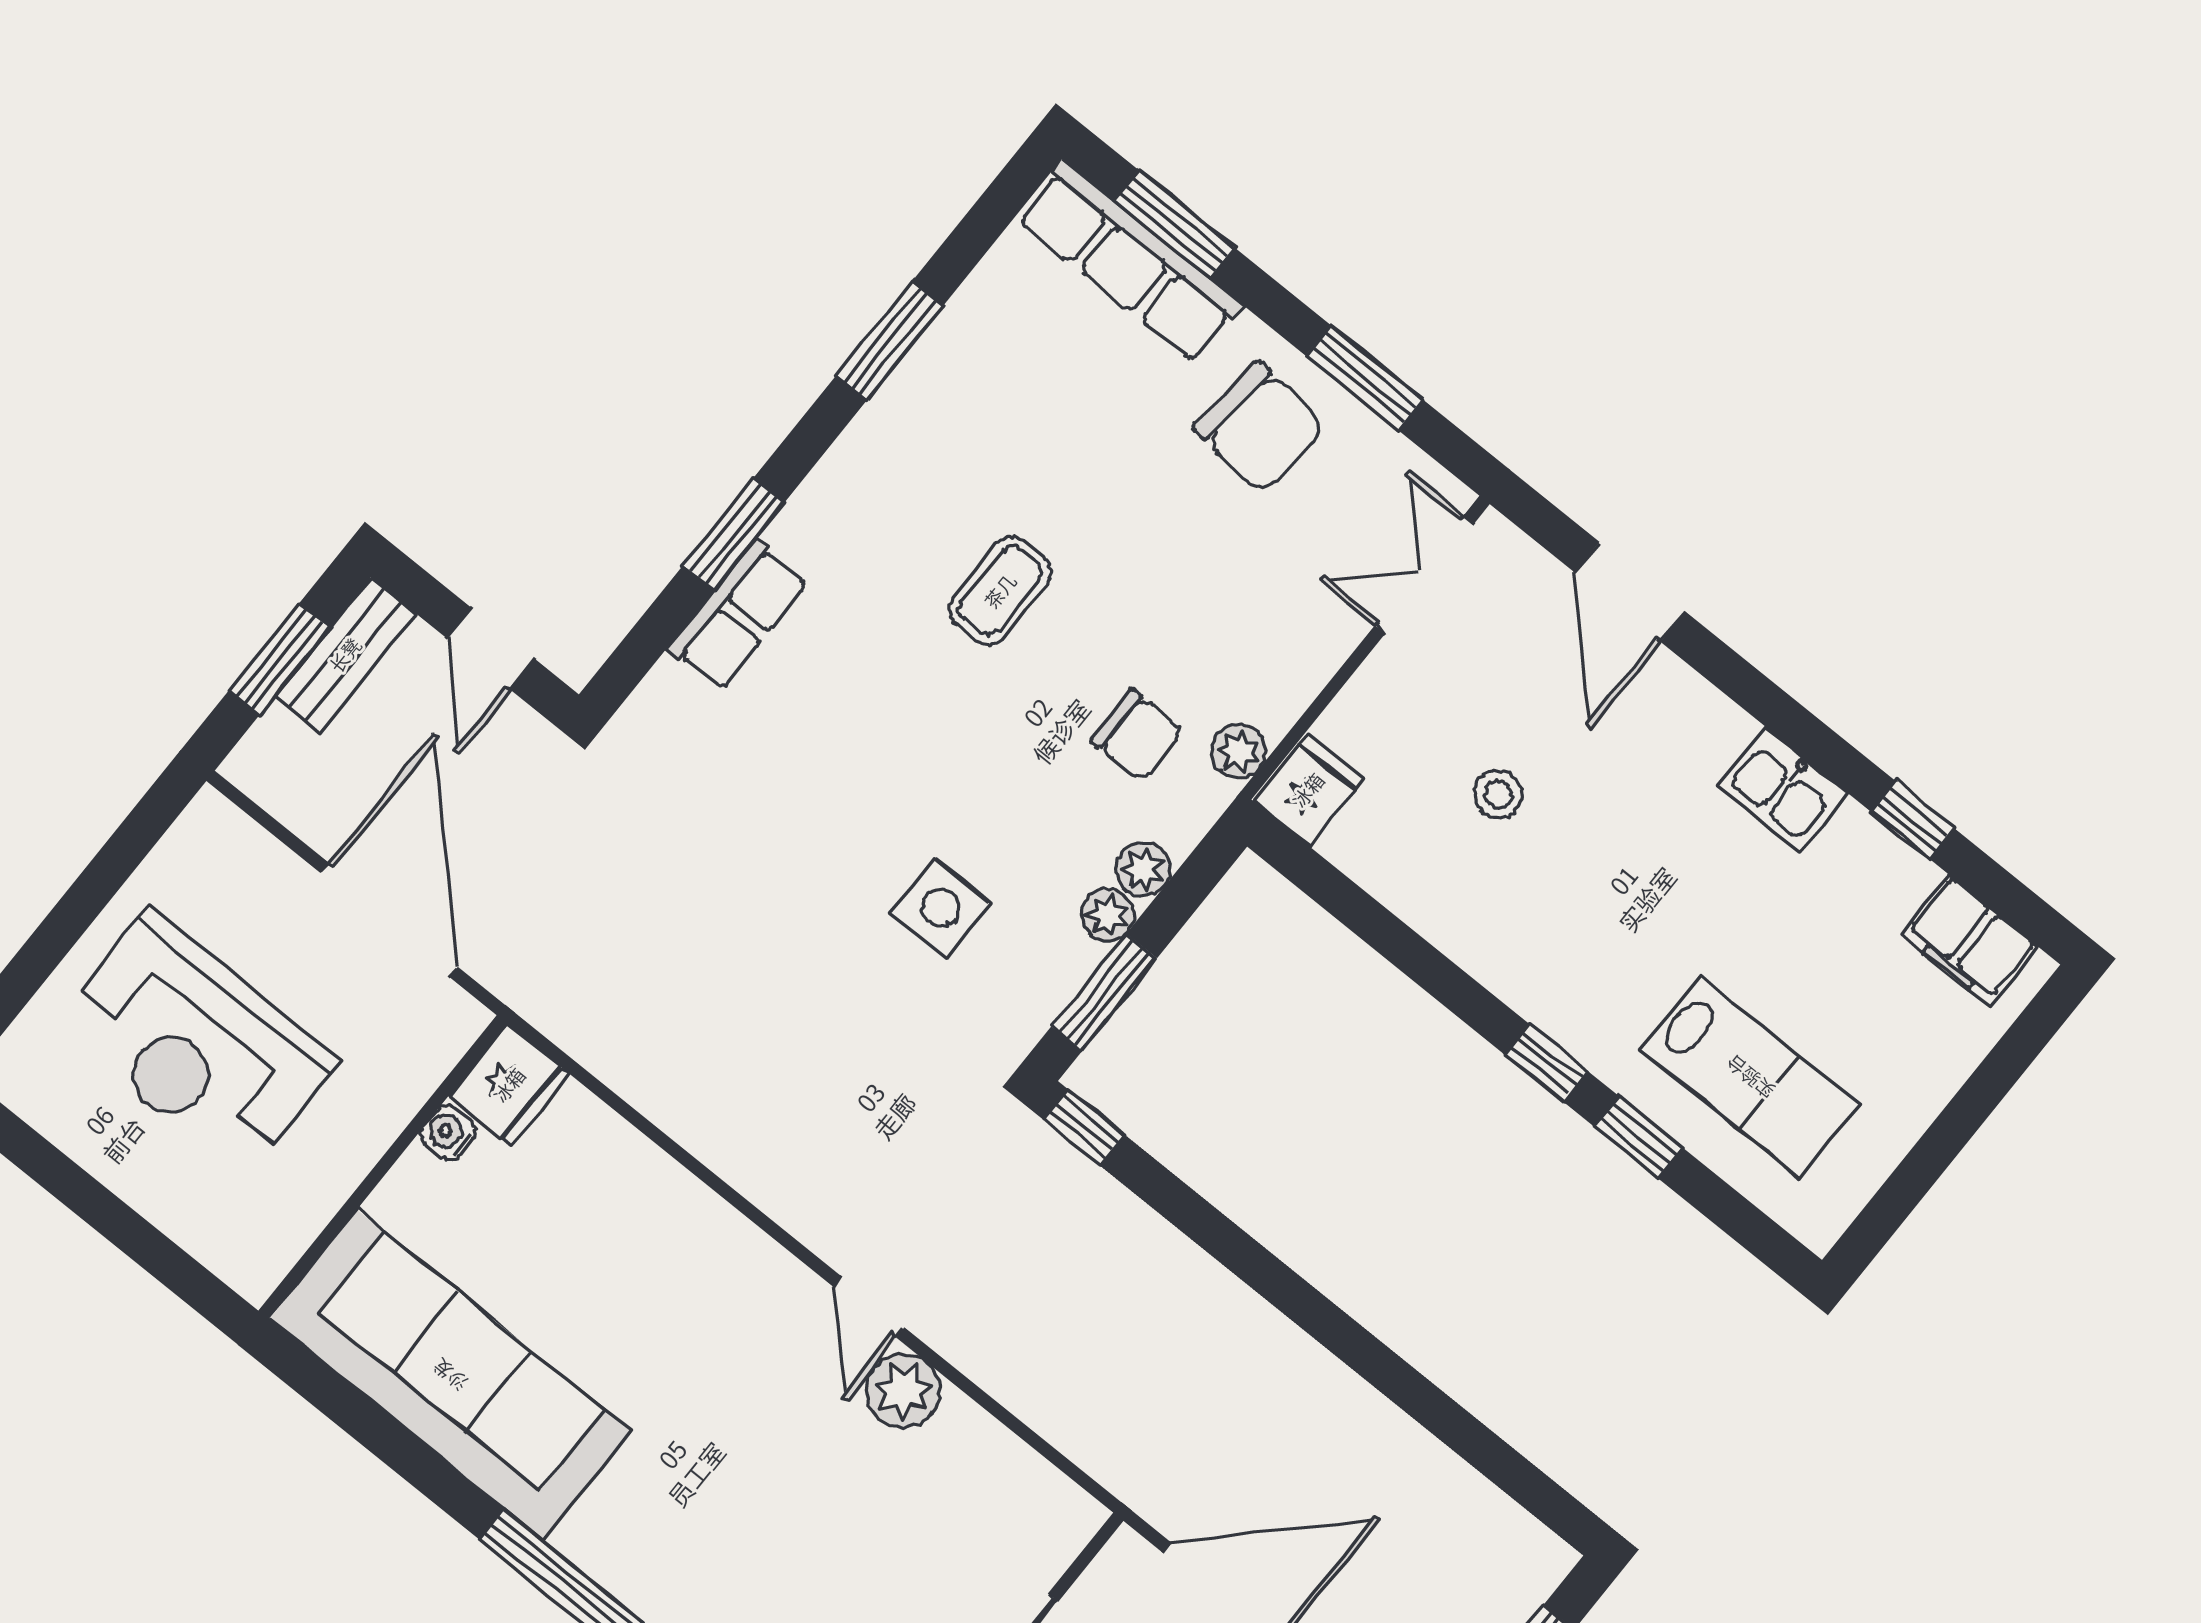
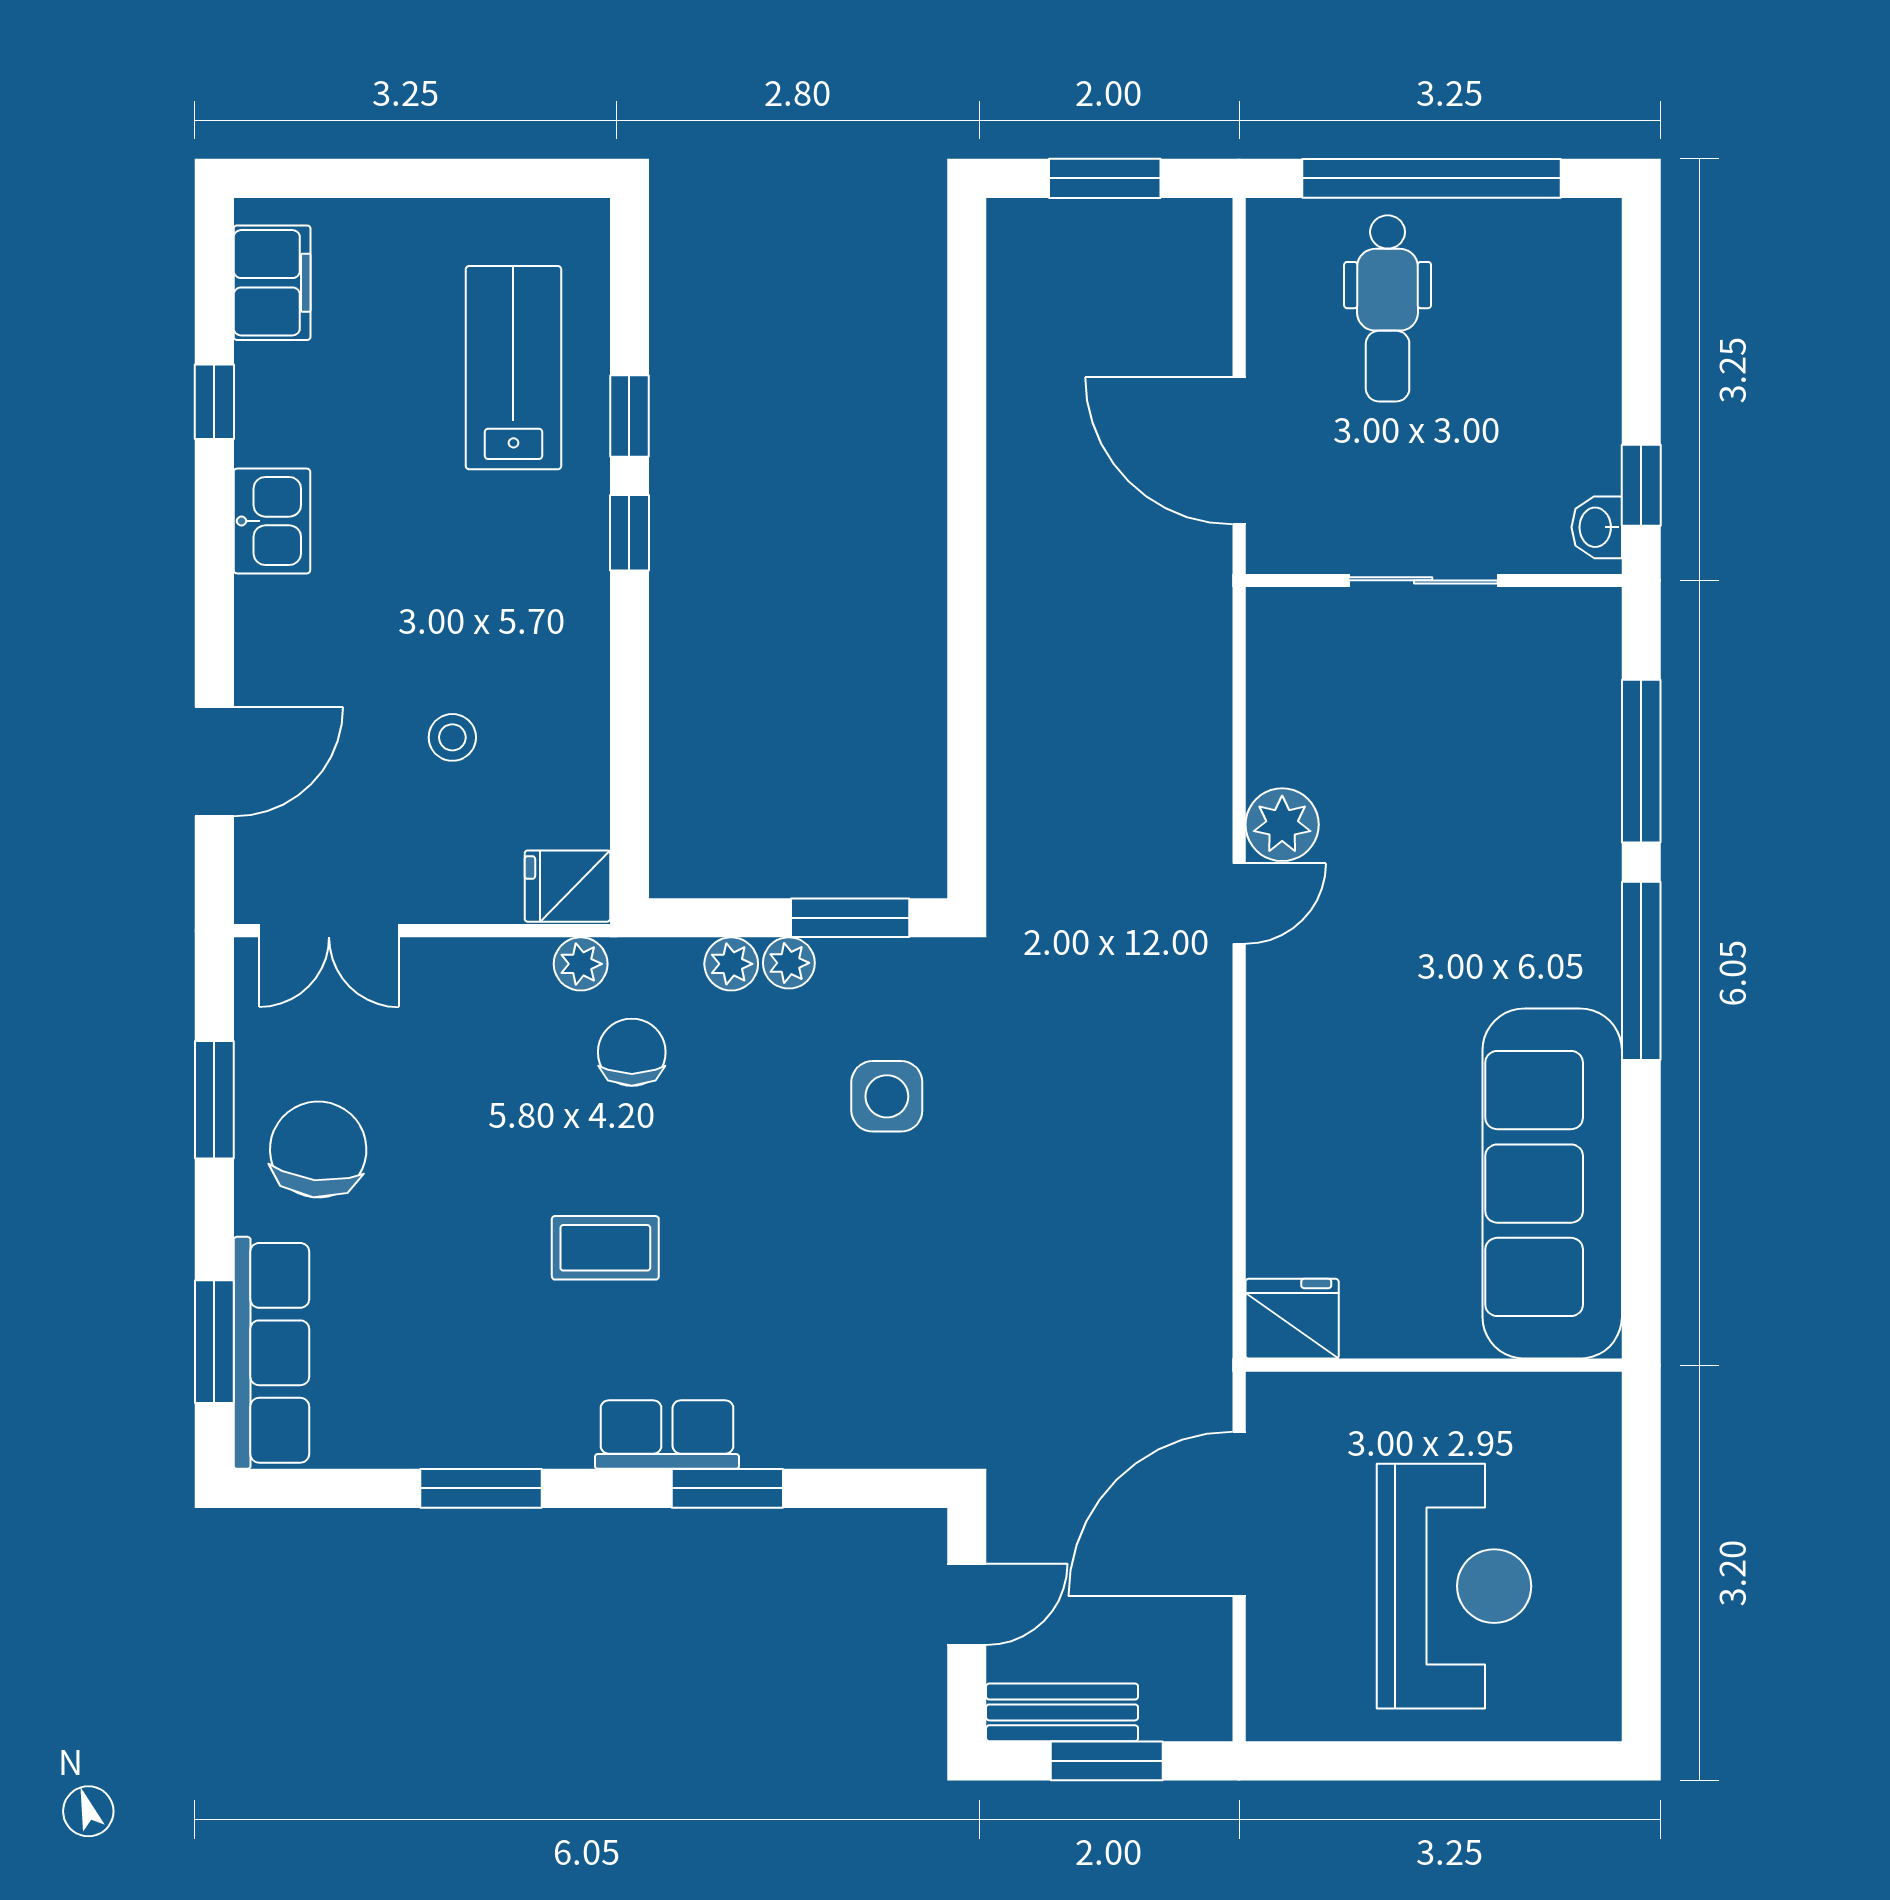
row of seats: (738, 615) -> (667, 1435), moved
window: (1084, 1128) -> (967, 849), removed
water cooler: (448, 1133) -> (1367, 1336), removed

